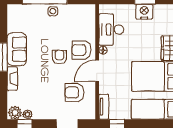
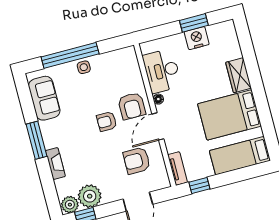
sofa: (17, 49) -> (44, 98), moved
armchair: (81, 50) -> (132, 106), turned -90
armchair: (59, 57) -> (107, 121), turned -90
plant: (27, 114) -> (90, 196), width x1.88, depth x1.88

